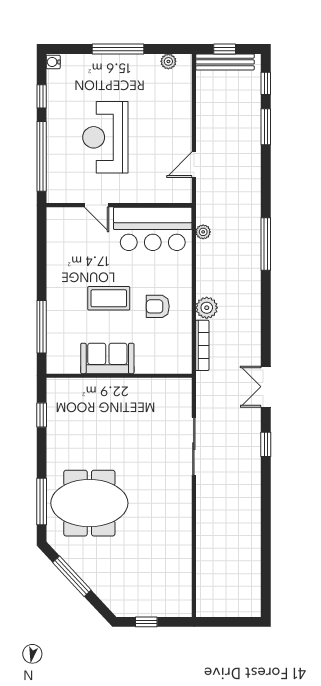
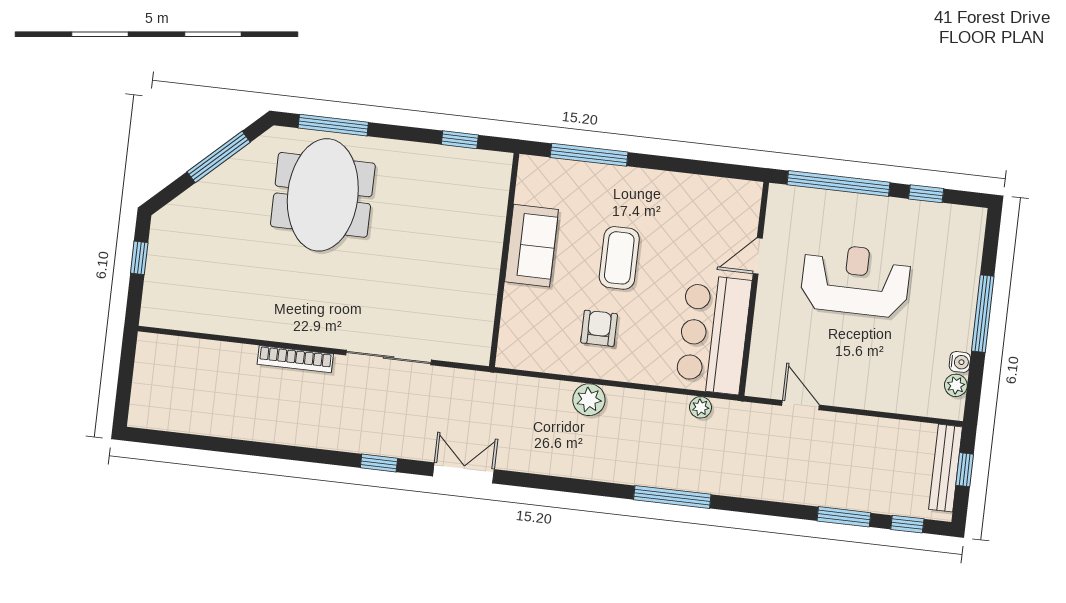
water cooler: (53, 62) -> (960, 362), moved, turned 90
bookcase: (202, 345) -> (295, 359), moved

